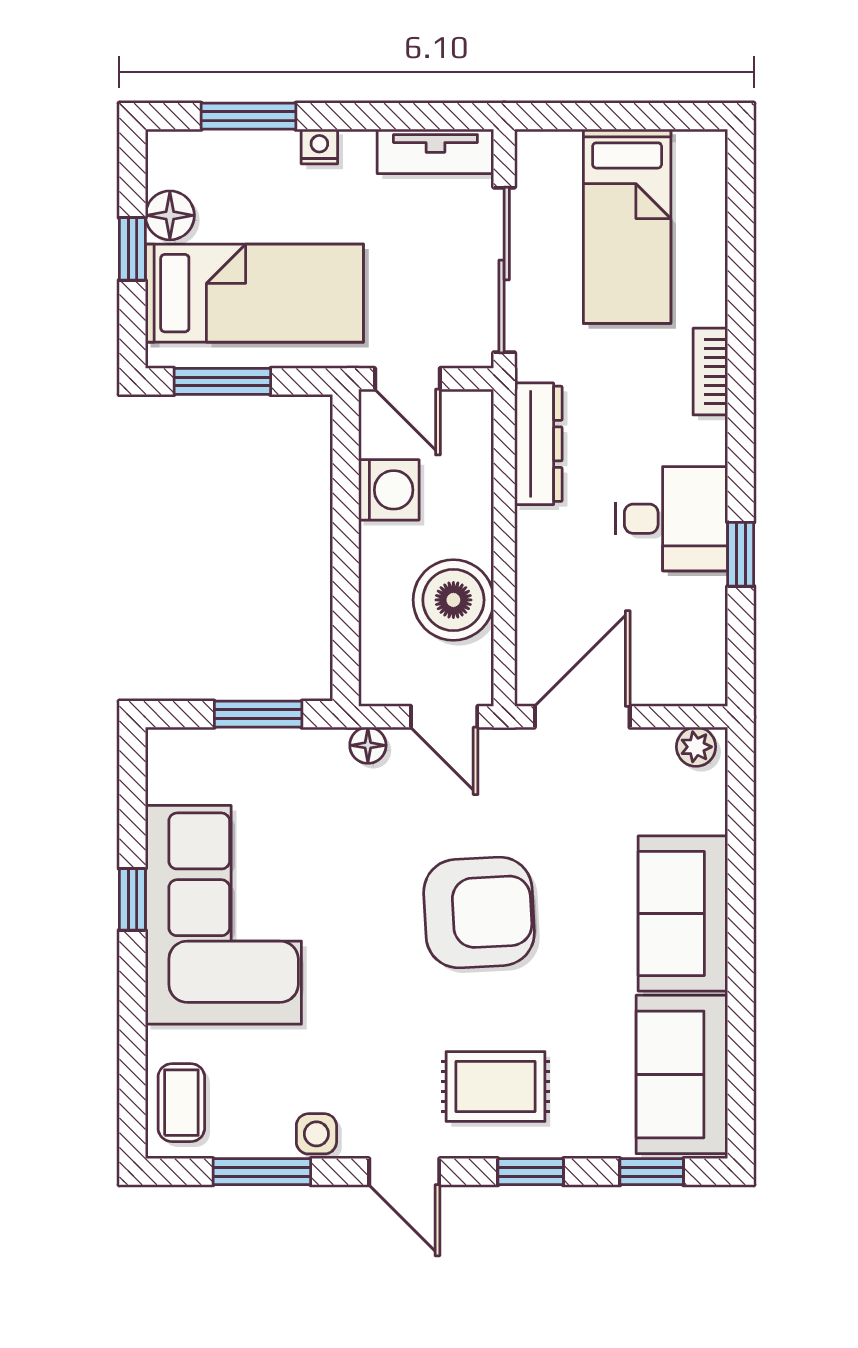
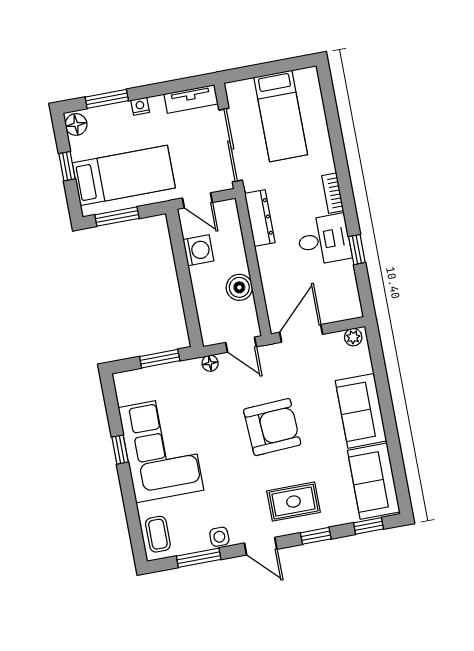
floor lamp: (170, 215) -> (76, 124), moved
bookcase: (710, 372) -> (333, 193), moved
boiler: (453, 600) -> (239, 287), width x0.73, depth x0.73

